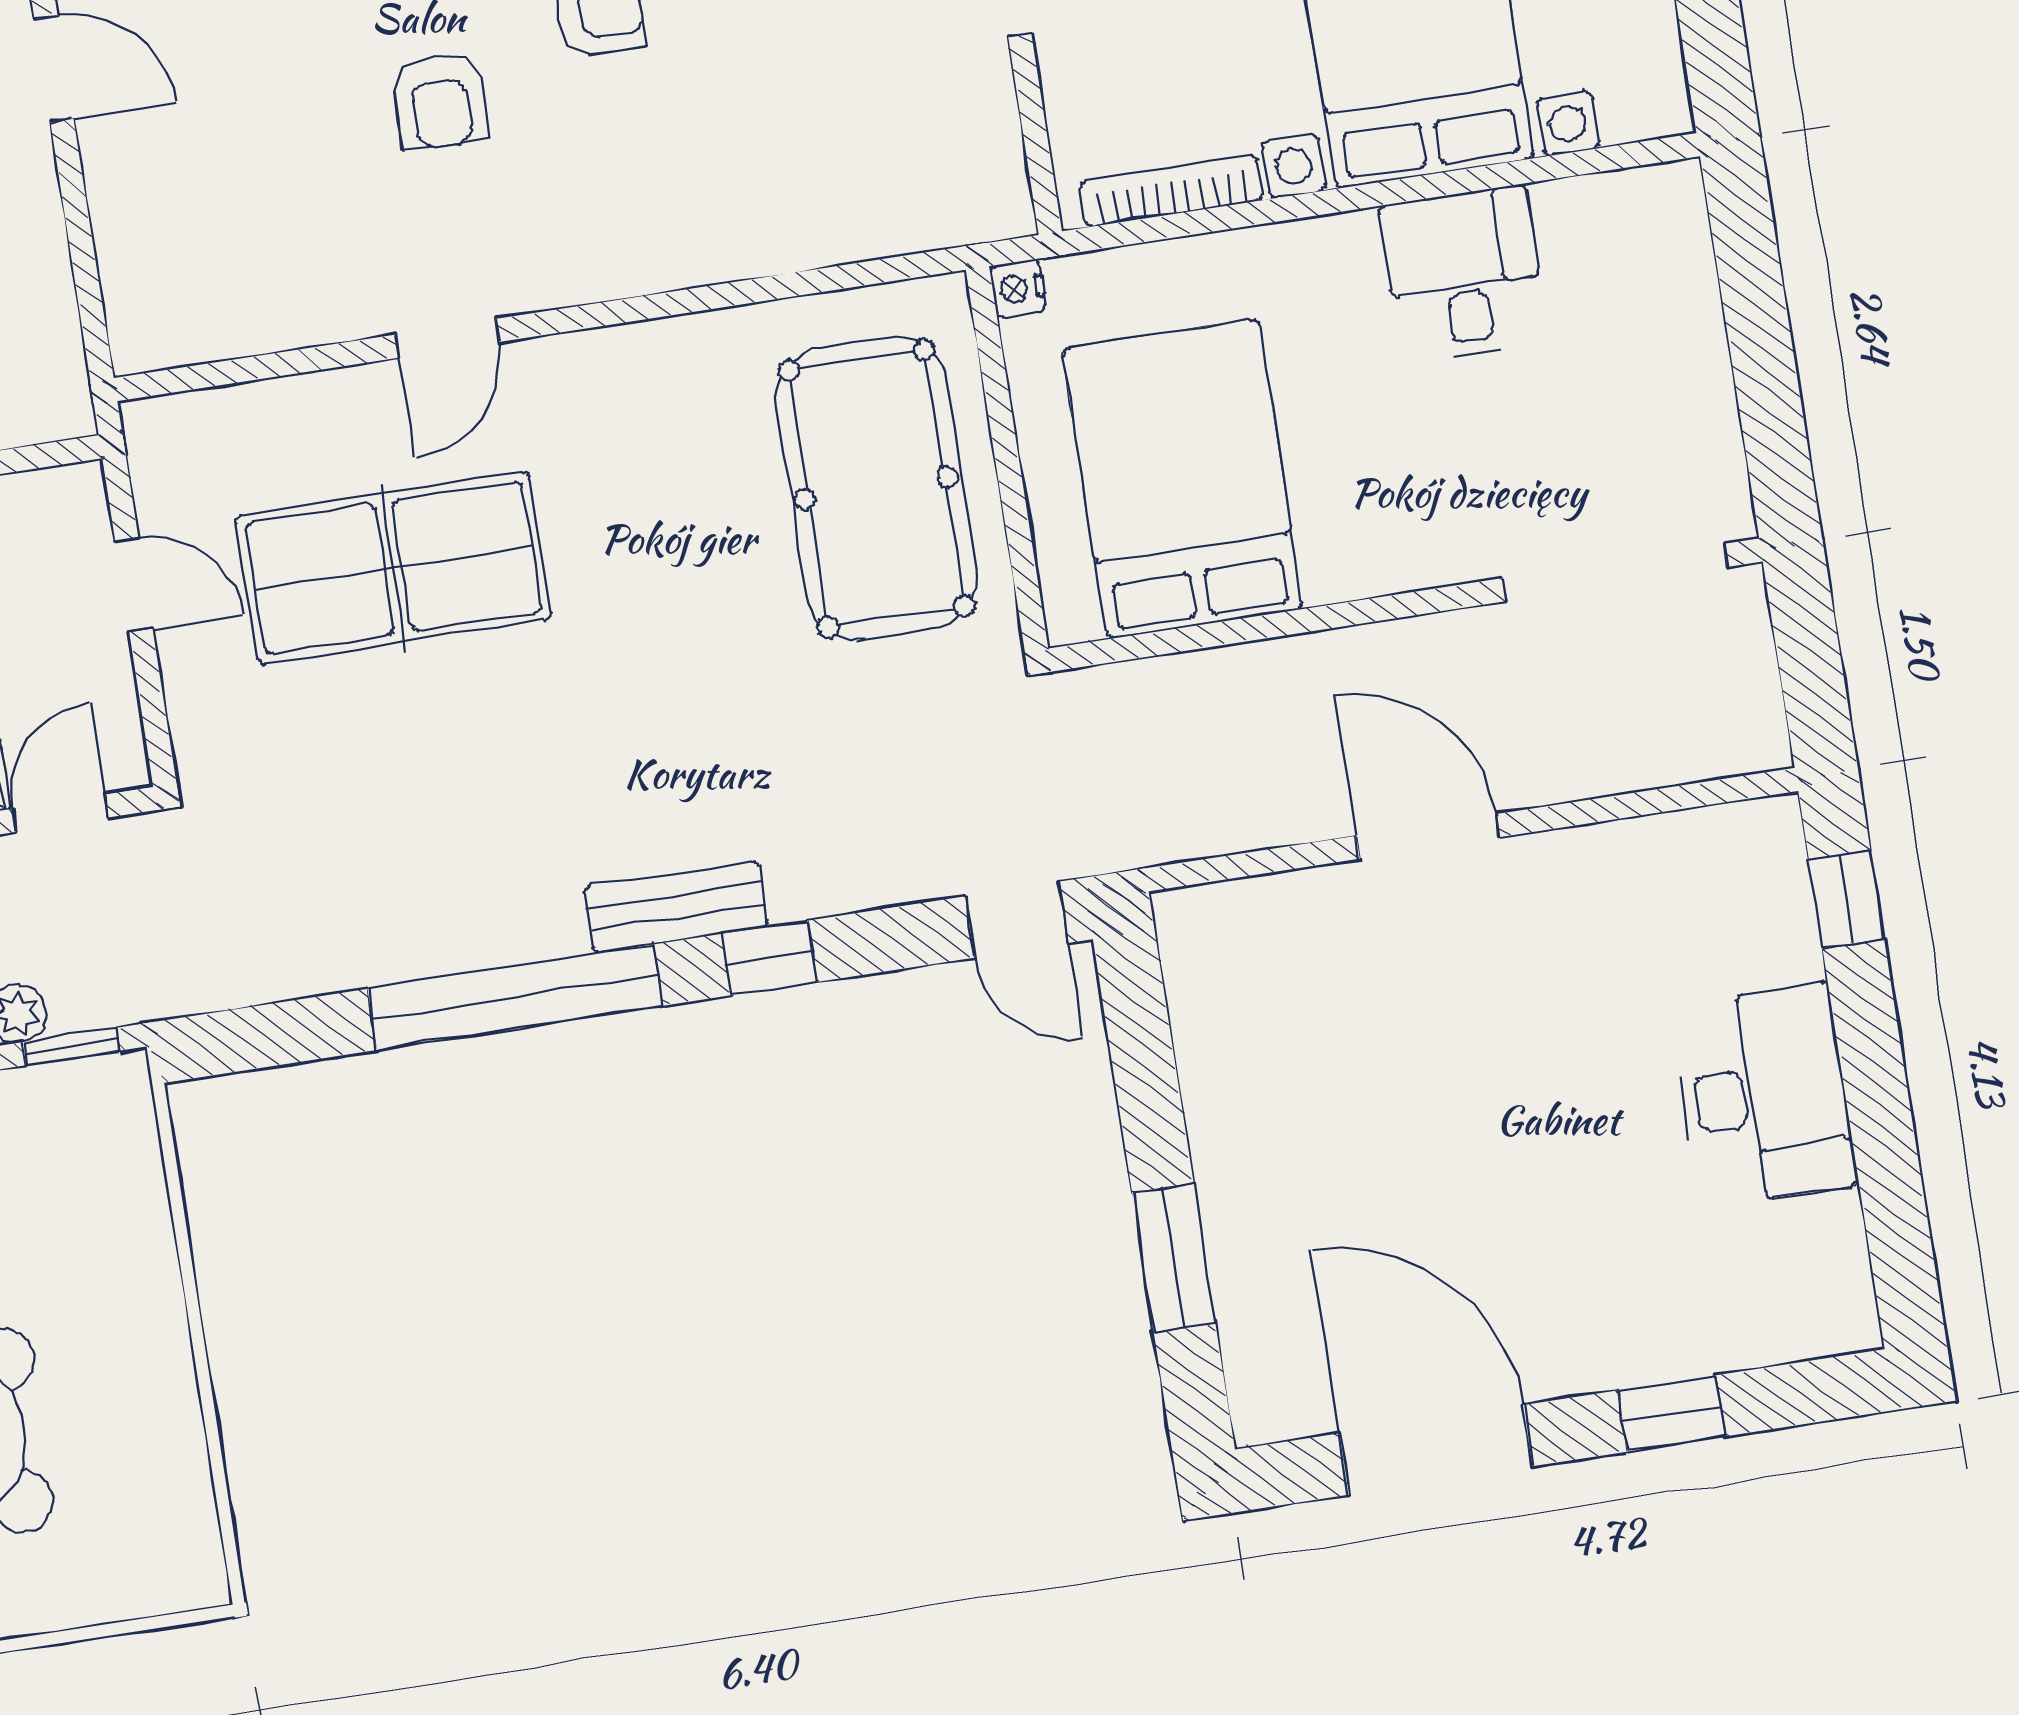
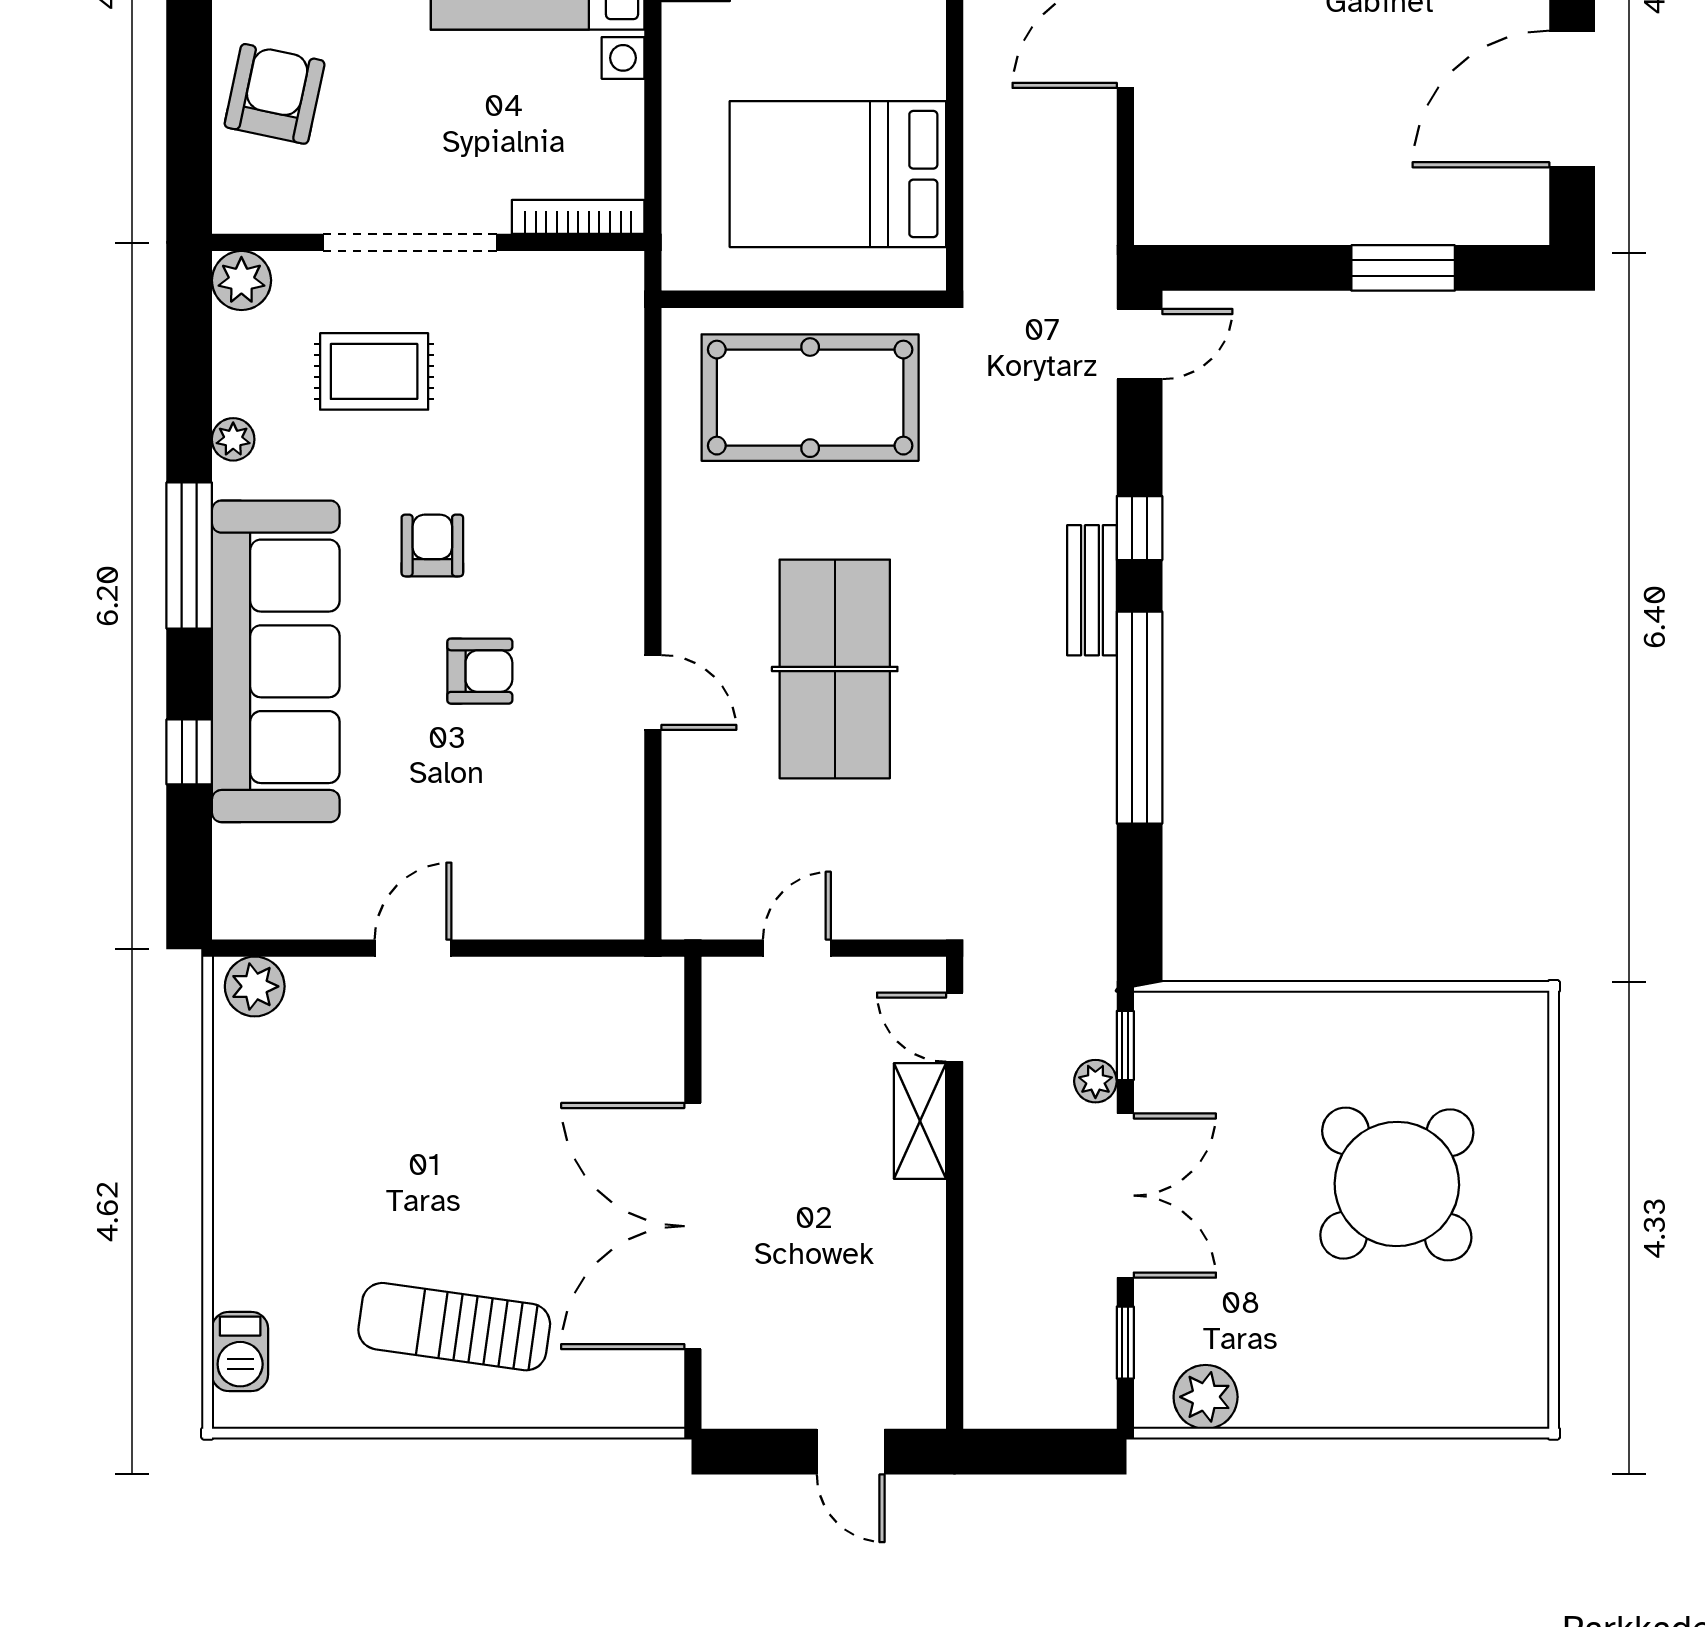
bookcase: (1172, 191) -> (578, 217), moved, turned 90
nightstand: (1018, 289) -> (681, 272), removed
table tennis table: (393, 568) -> (835, 669), moved

